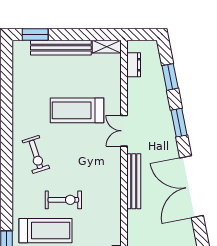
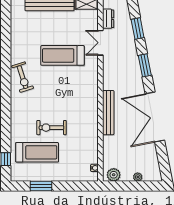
double door: (124, 131) -> (100, 43), moved
exercise bike: (36, 154) -> (23, 77), moved
exercise bike: (63, 200) -> (51, 128), turned 180

